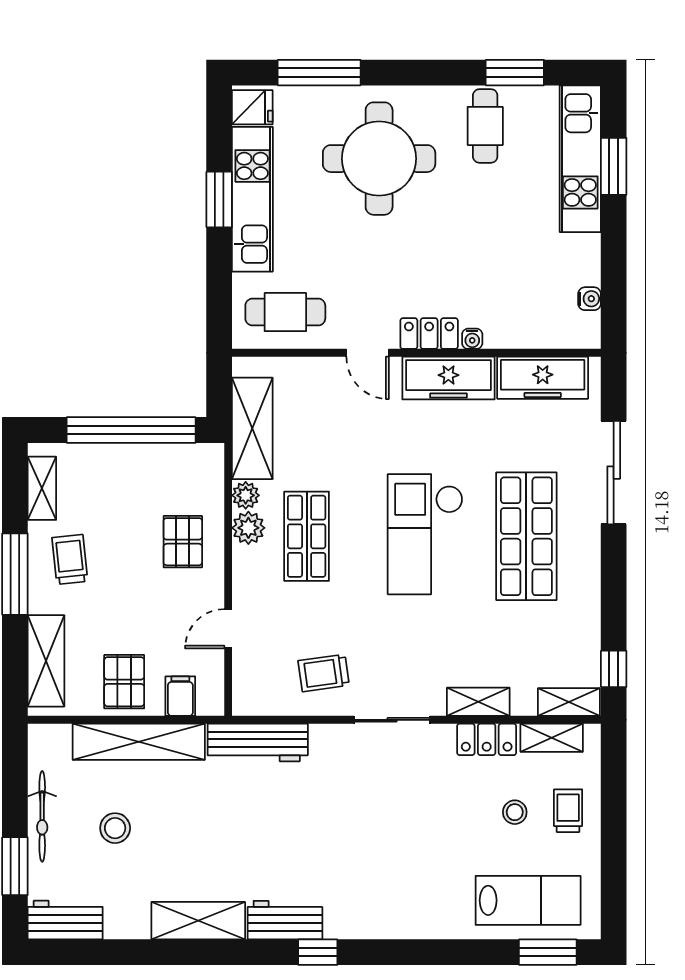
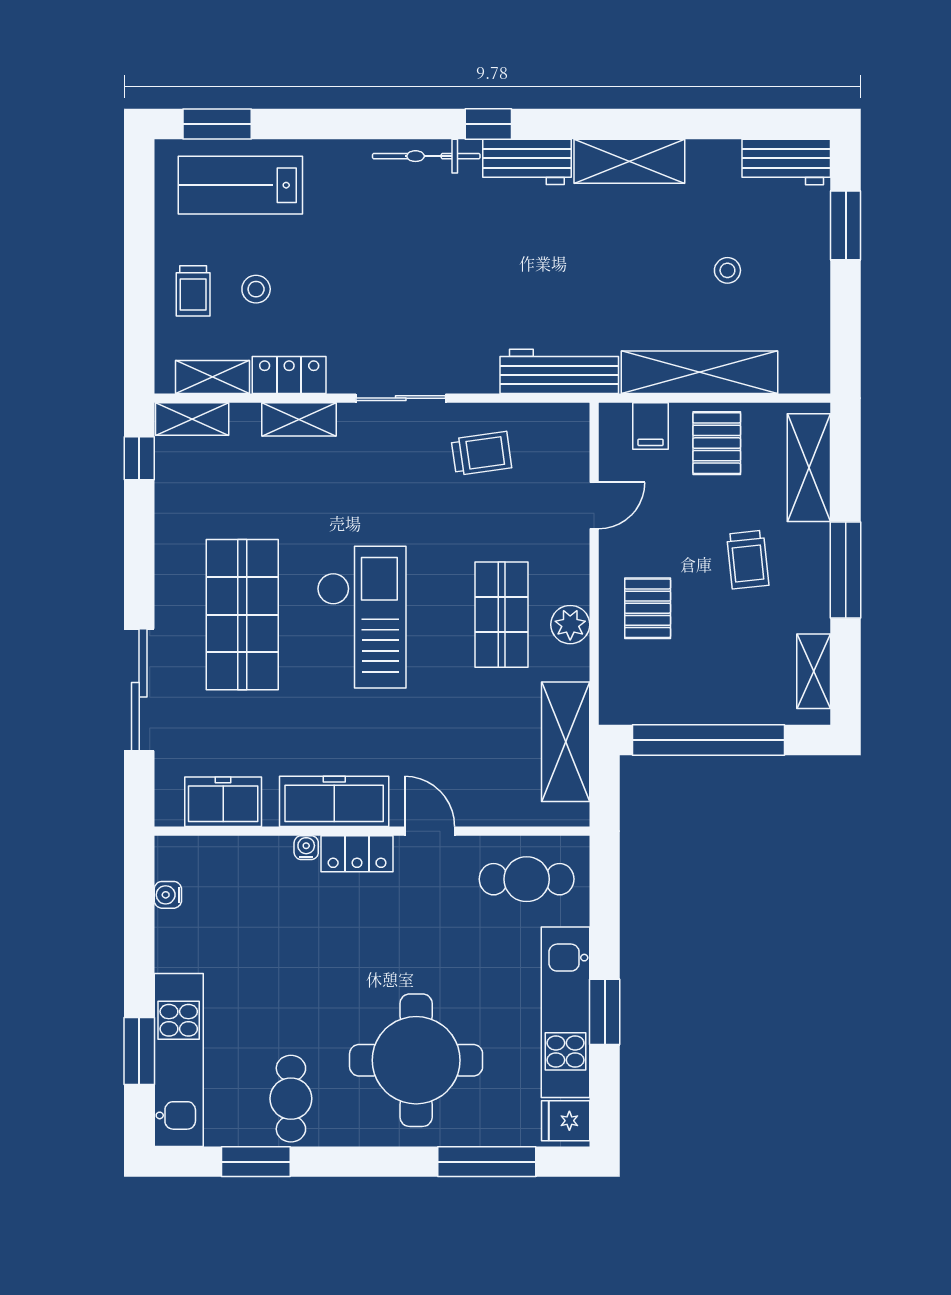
freezer: (543, 378) -> (223, 802), width x0.71
plant: (246, 495) -> (573, 663), removed
trolley: (70, 560) -> (748, 560), moved
bicycle: (42, 816) -> (426, 156), moved, turned -90
stool: (115, 828) -> (727, 270), width x0.73, depth x0.73

